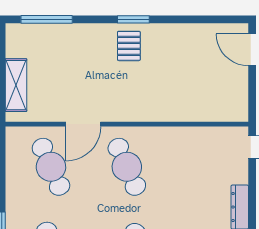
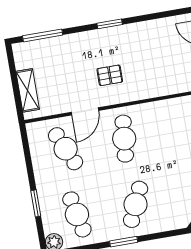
pallet: (129, 46) -> (110, 75), moved, turned 90
cafe table: (127, 167) -> (124, 139), turned 30

